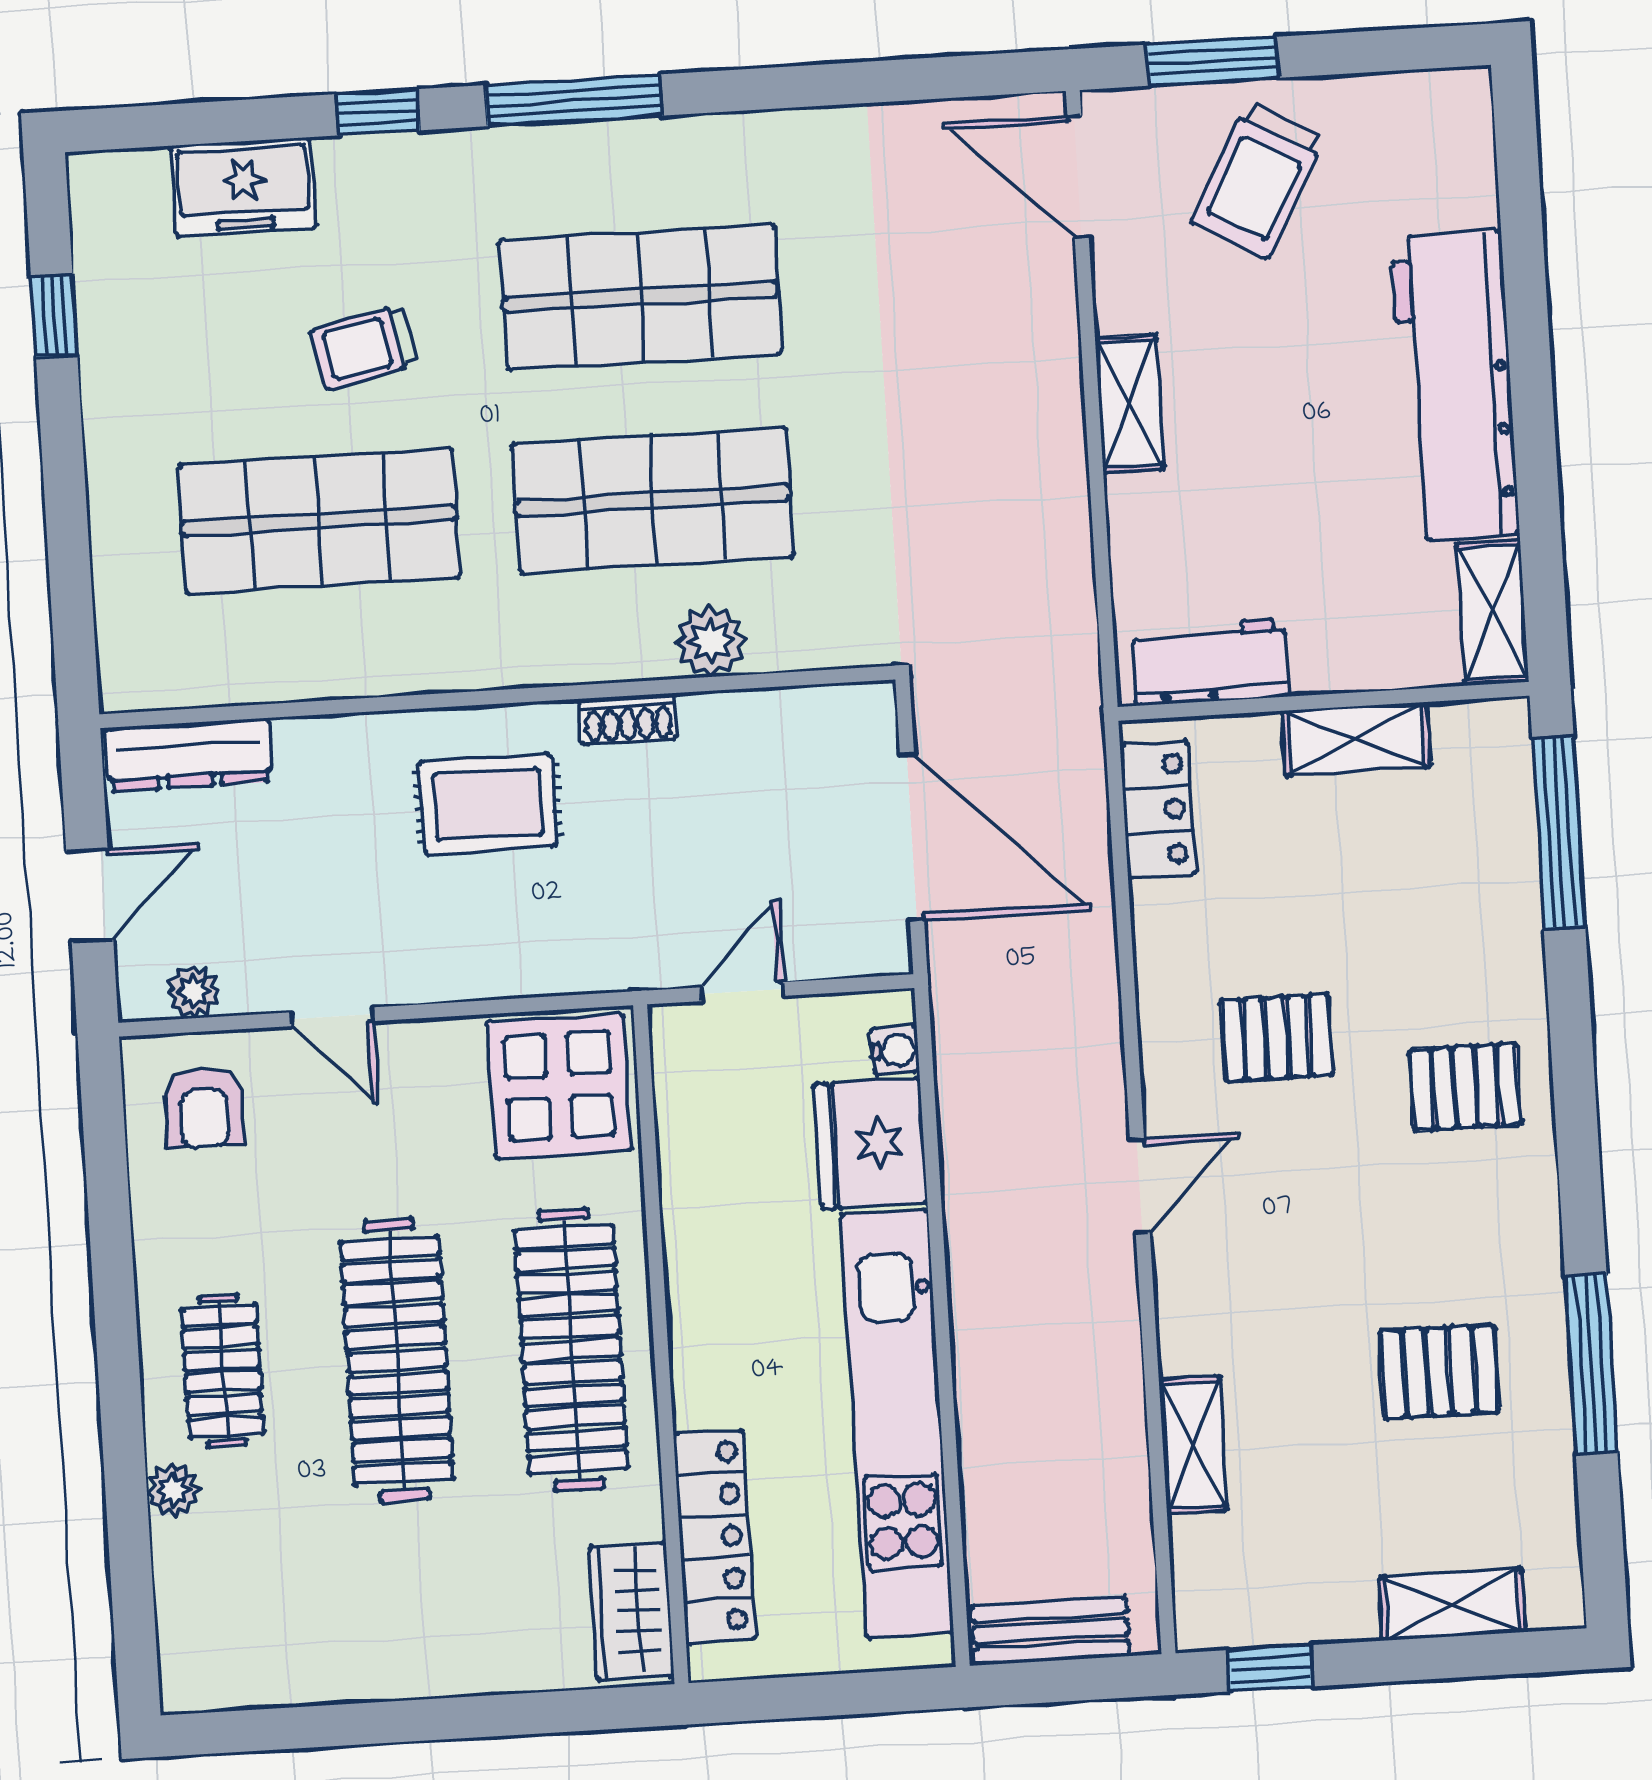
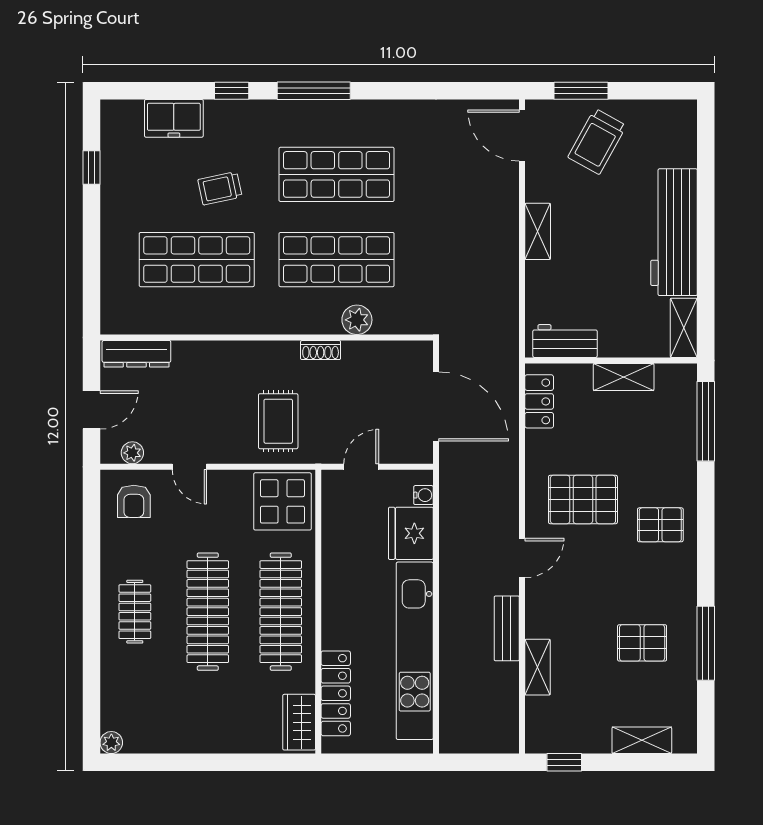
rug: (488, 804) -> (278, 421), moved, turned 90
pallet: (1277, 1038) -> (583, 499), width x1.50, depth x1.42
plant: (173, 1490) -> (111, 743), moved
bench: (1050, 1631) -> (507, 628), moved, turned 90

